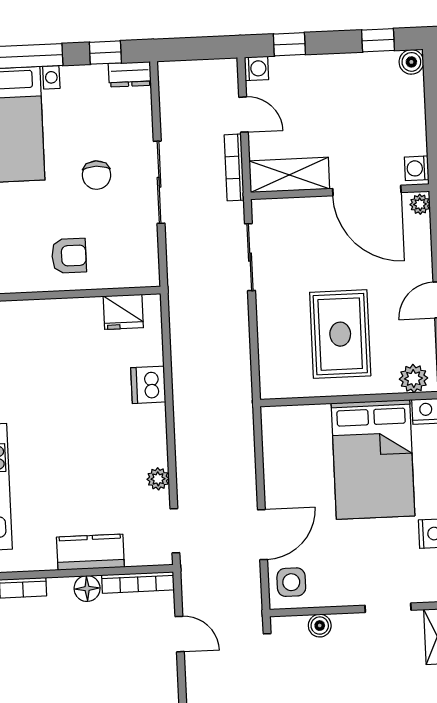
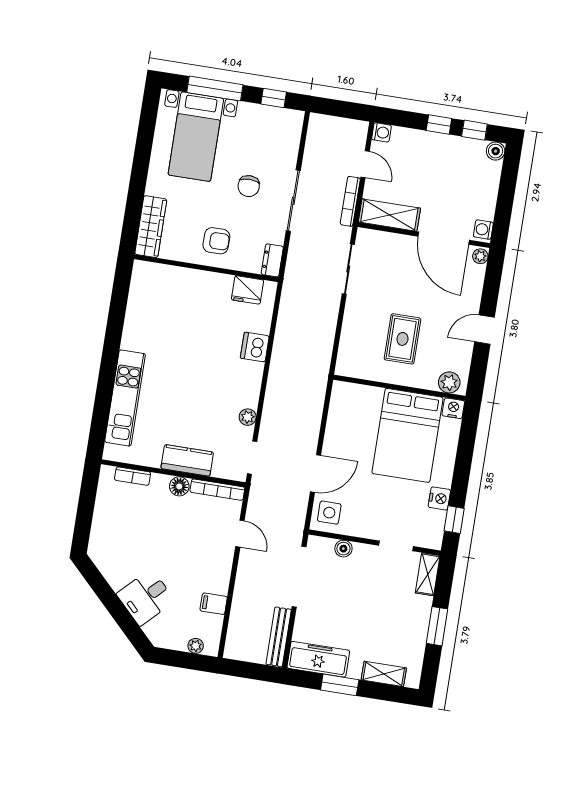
window: (289, 44) -> (439, 124), moved
dresser: (130, 74) -> (272, 260), moved, turned 90
rug: (340, 334) -> (402, 339), width x0.73, depth x0.70

